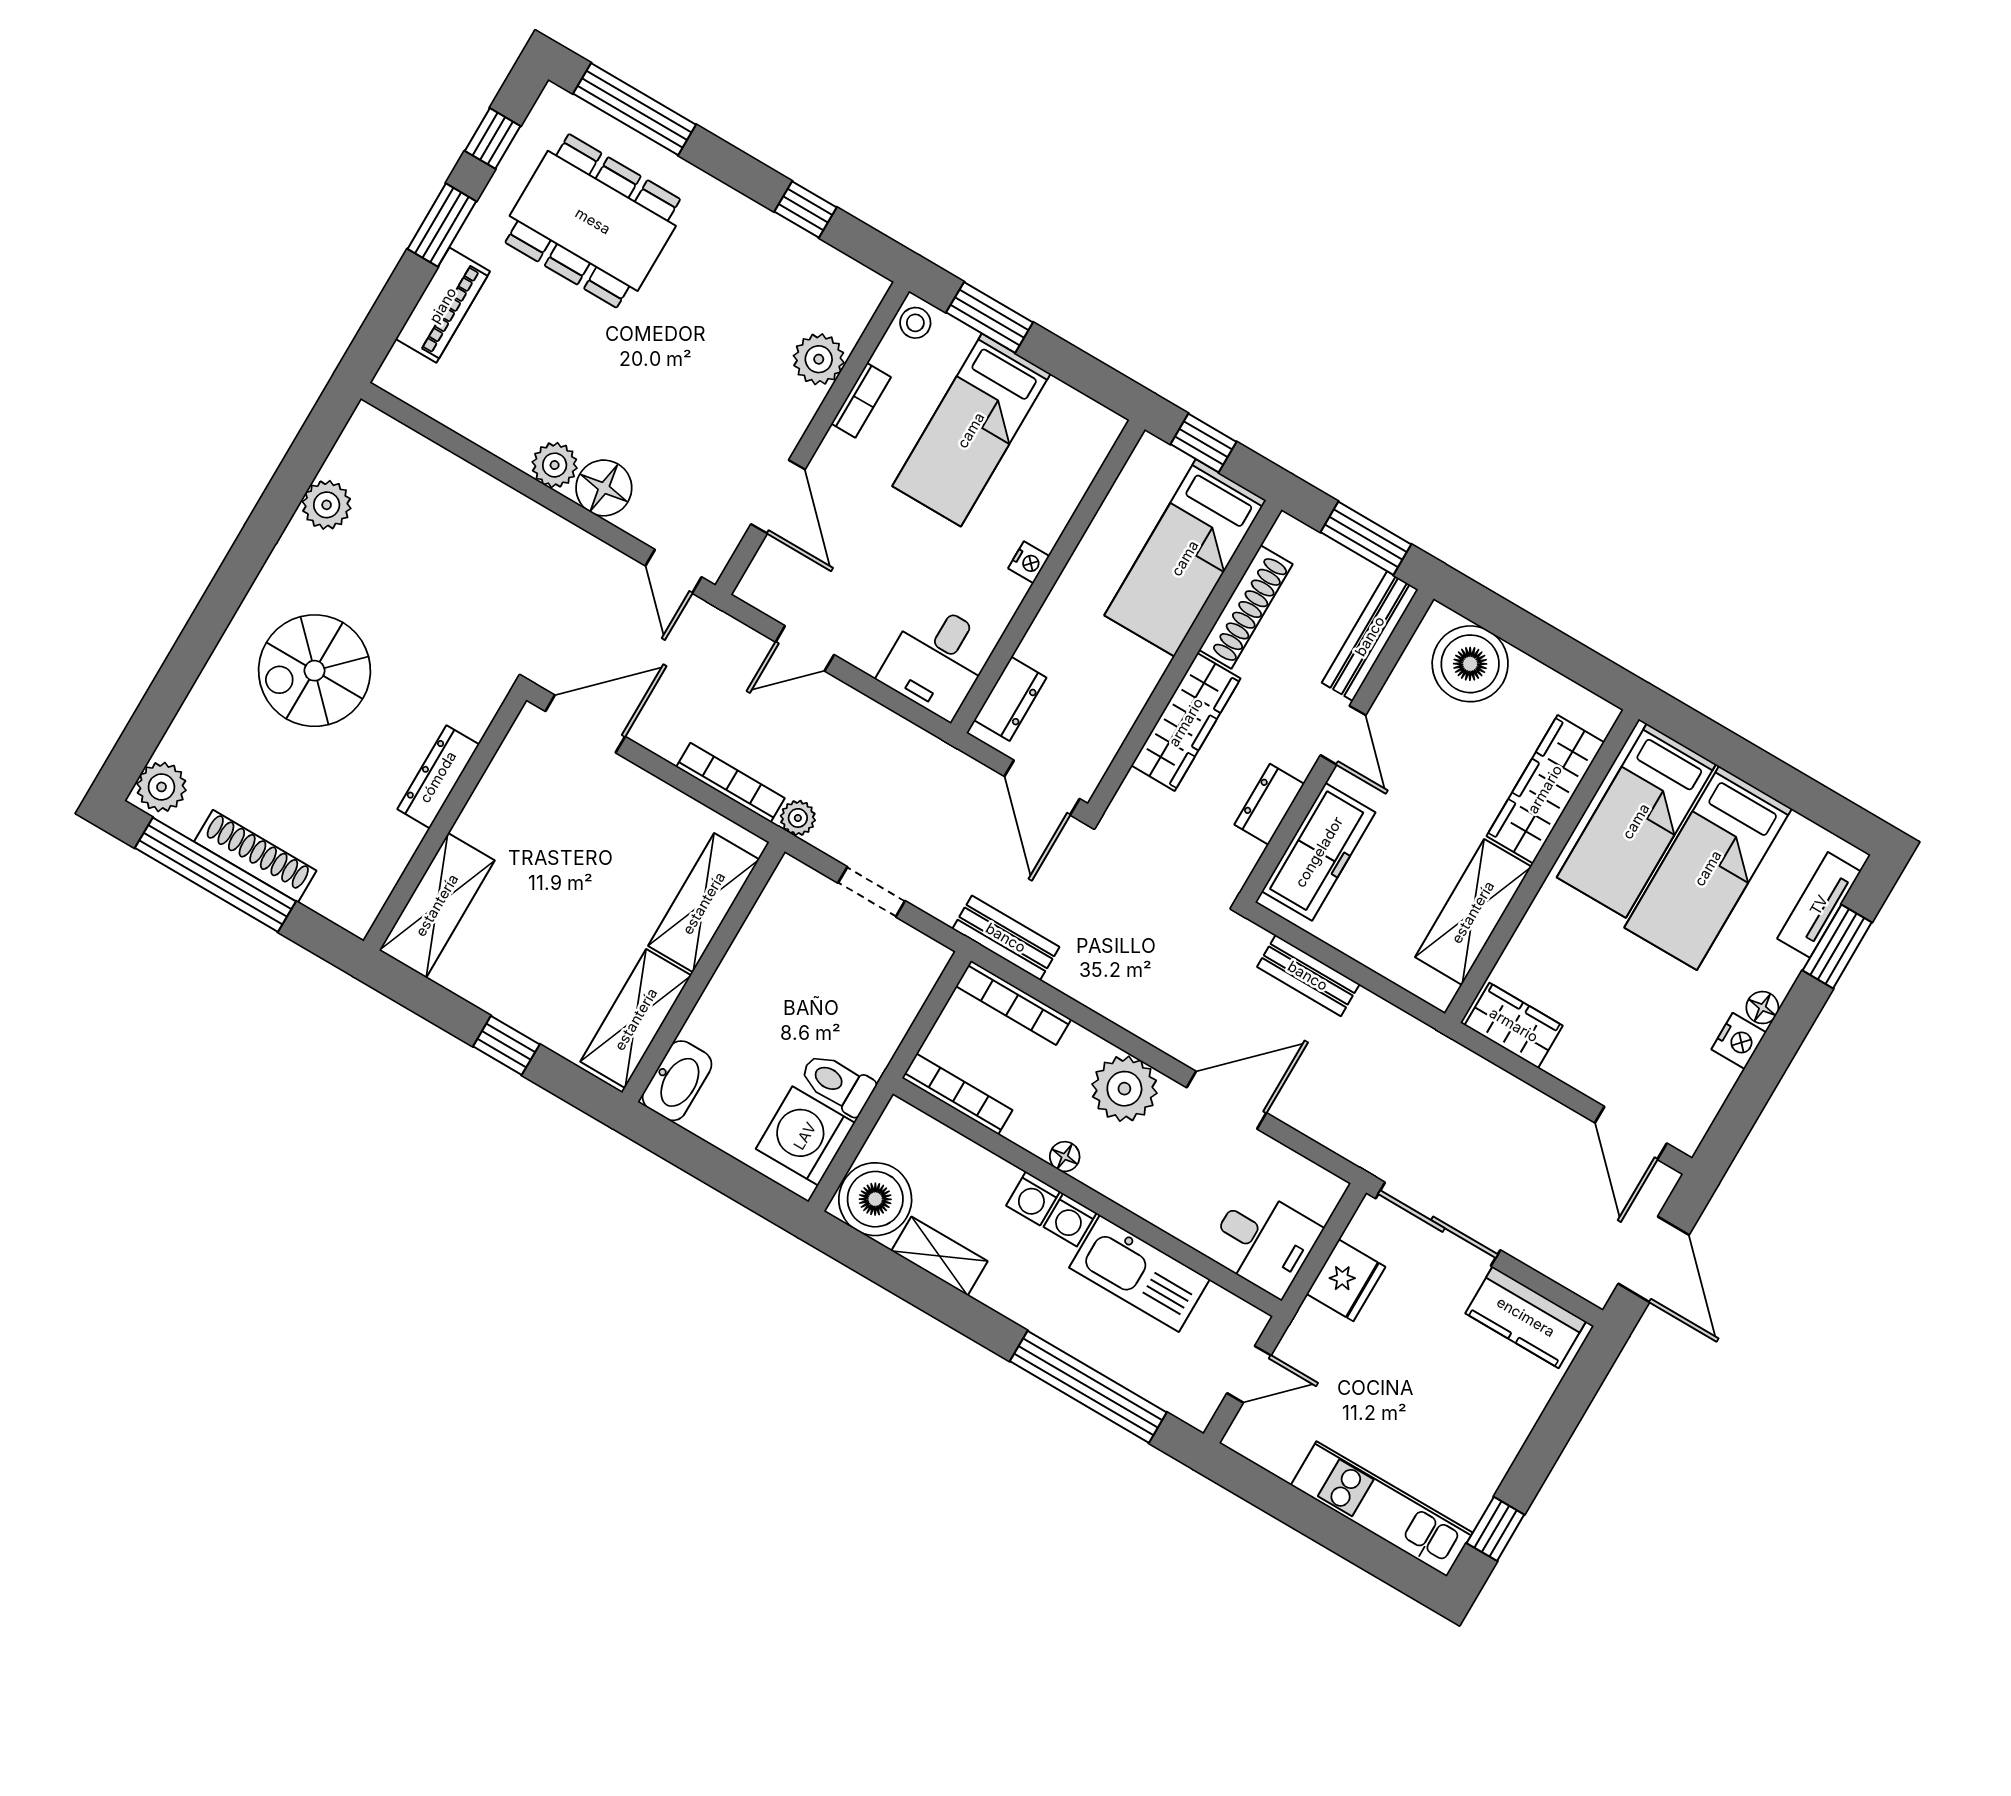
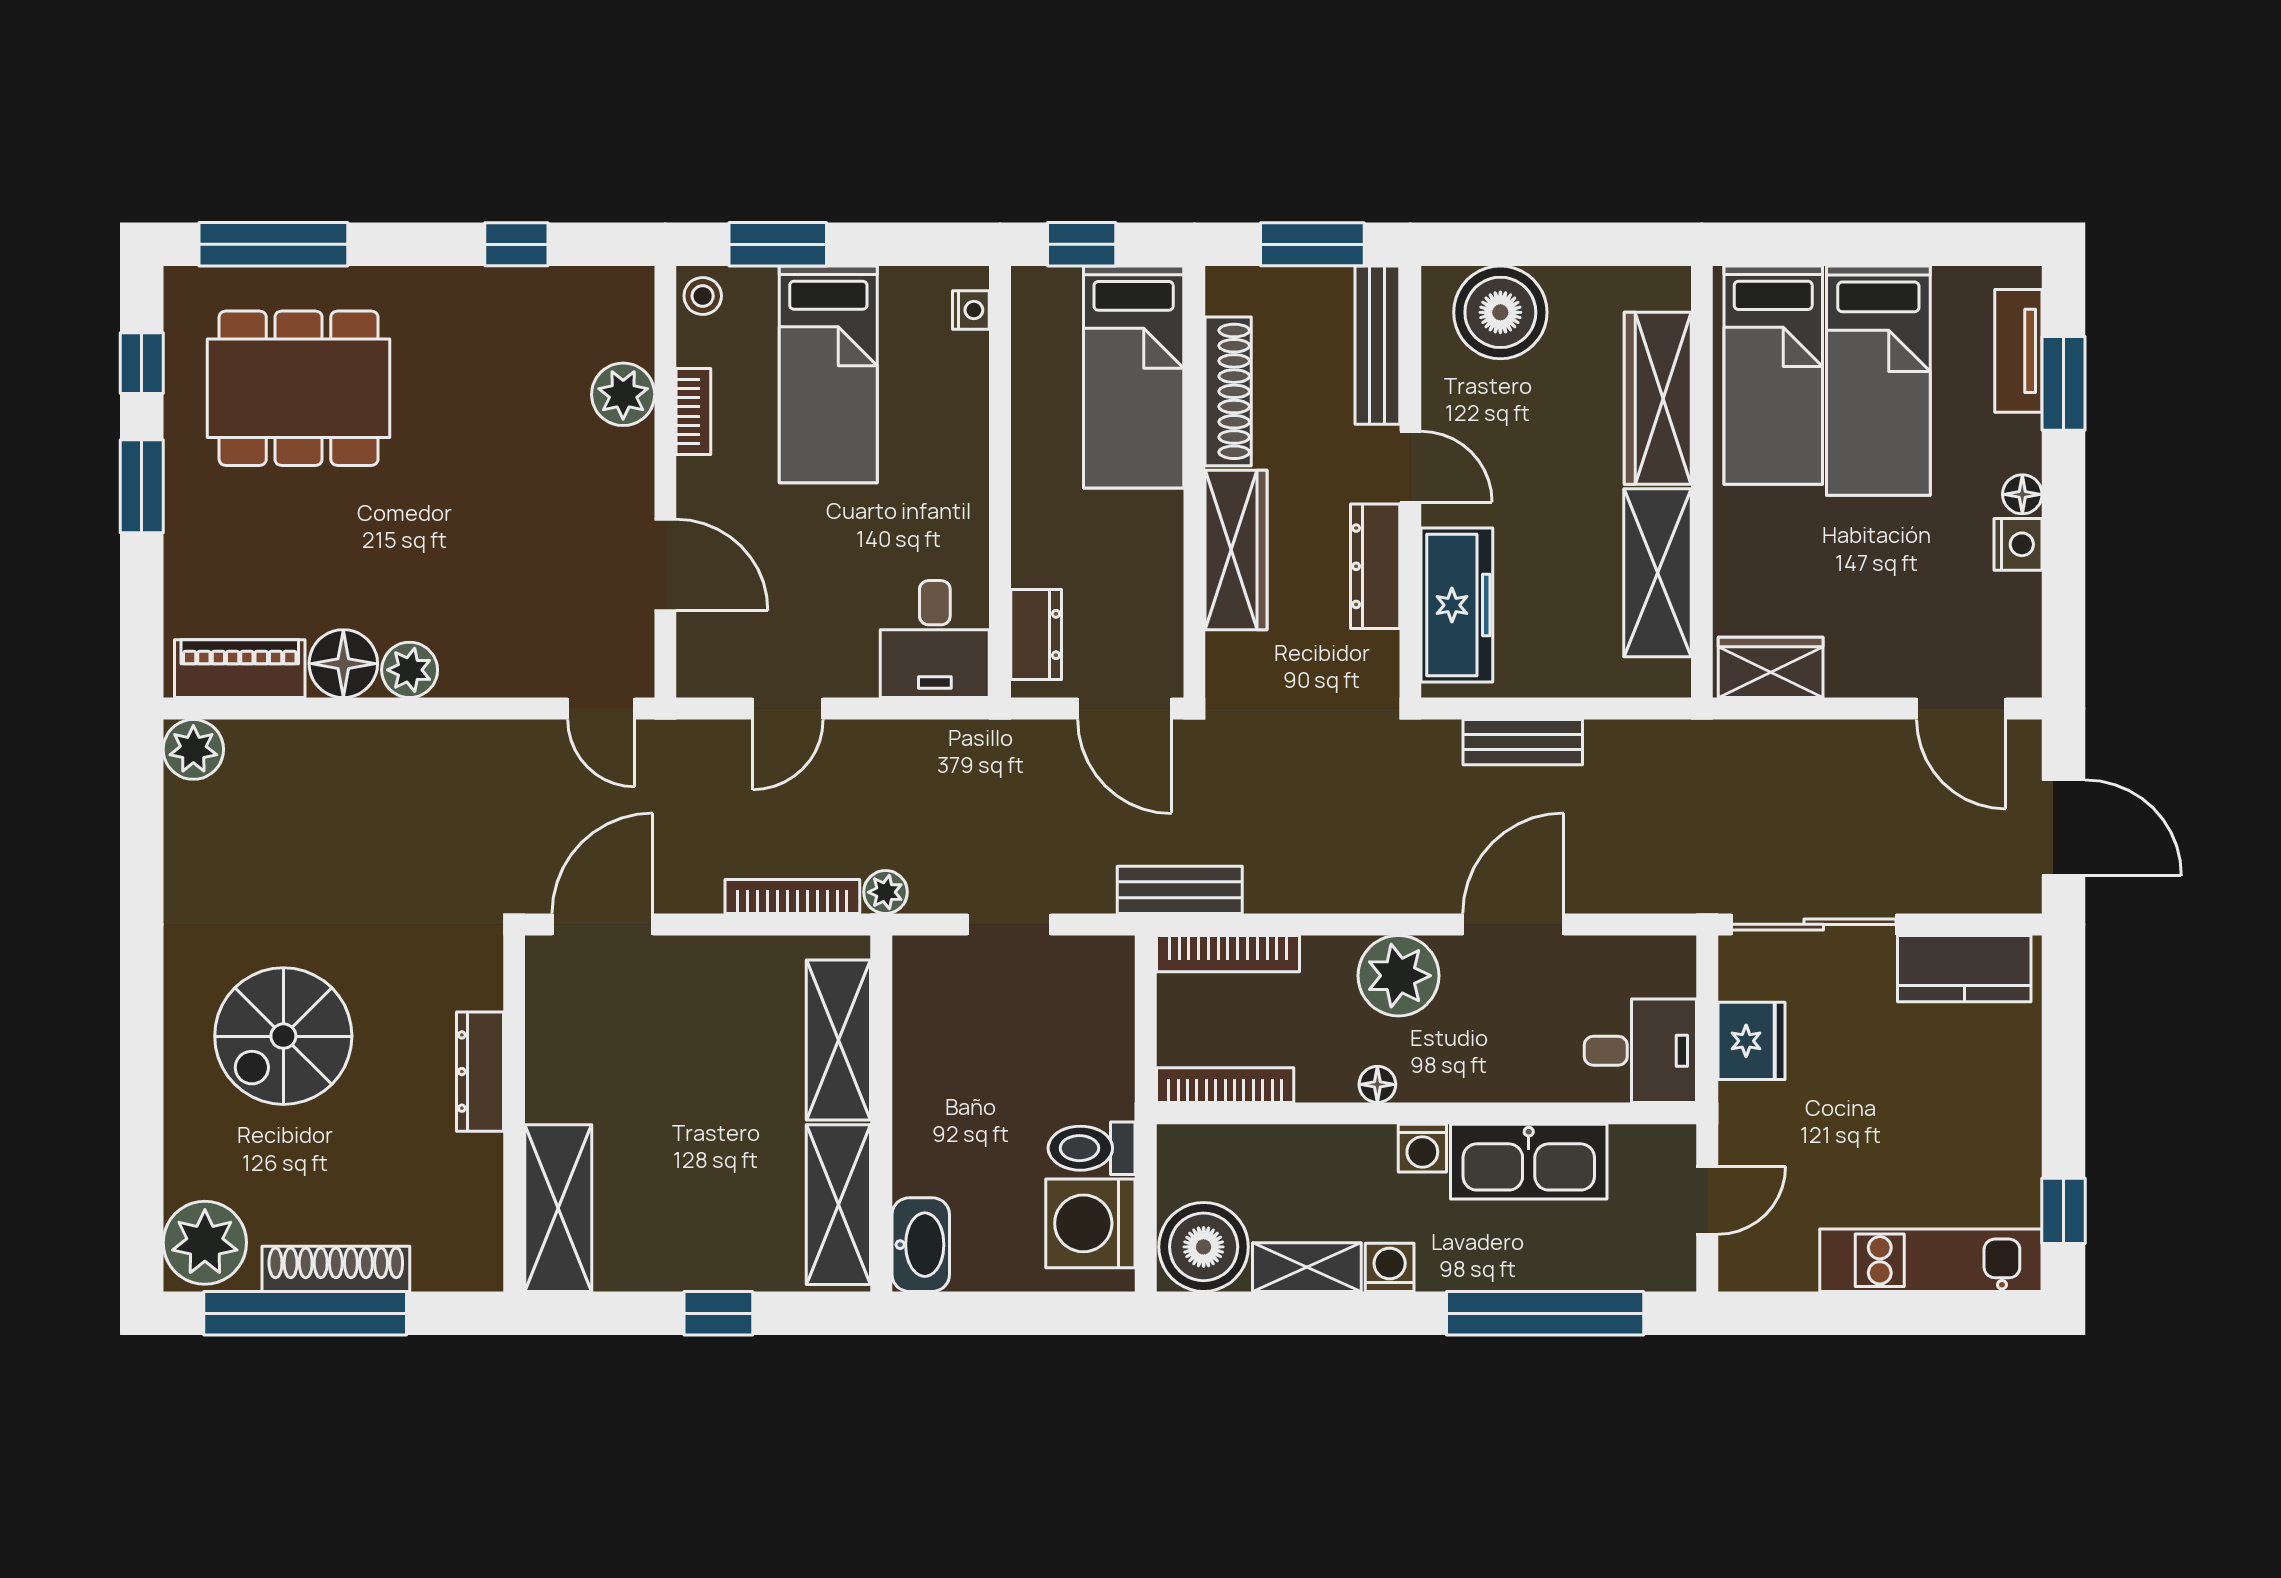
piano: (443, 305) -> (240, 669), moved, turned -90
floor lamp: (604, 488) -> (343, 664), moved
plant: (327, 505) -> (193, 749), moved
nightstand: (1029, 562) -> (971, 310), moved
plant: (161, 787) -> (205, 1243), width x1.36, depth x1.36
dresser: (1269, 804) -> (1375, 566), width x1.44
washing machine: (1033, 1199) -> (1390, 1267), moved, turned 180

